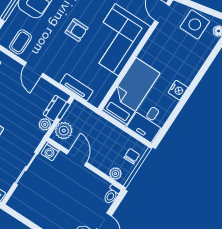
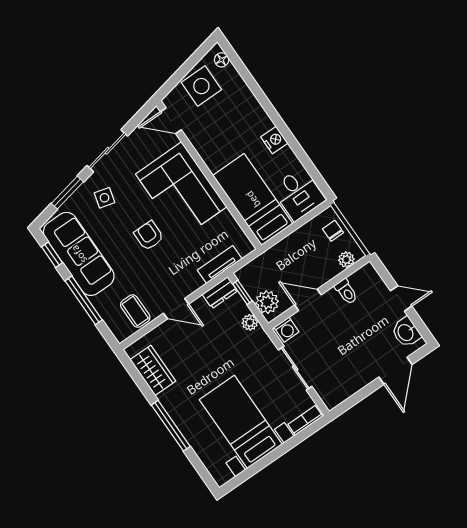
armchair: (77, 30) -> (149, 236), turned -90
dresser: (55, 108) -> (220, 293), moved, turned -90
toilet: (112, 194) -> (346, 292), moved

